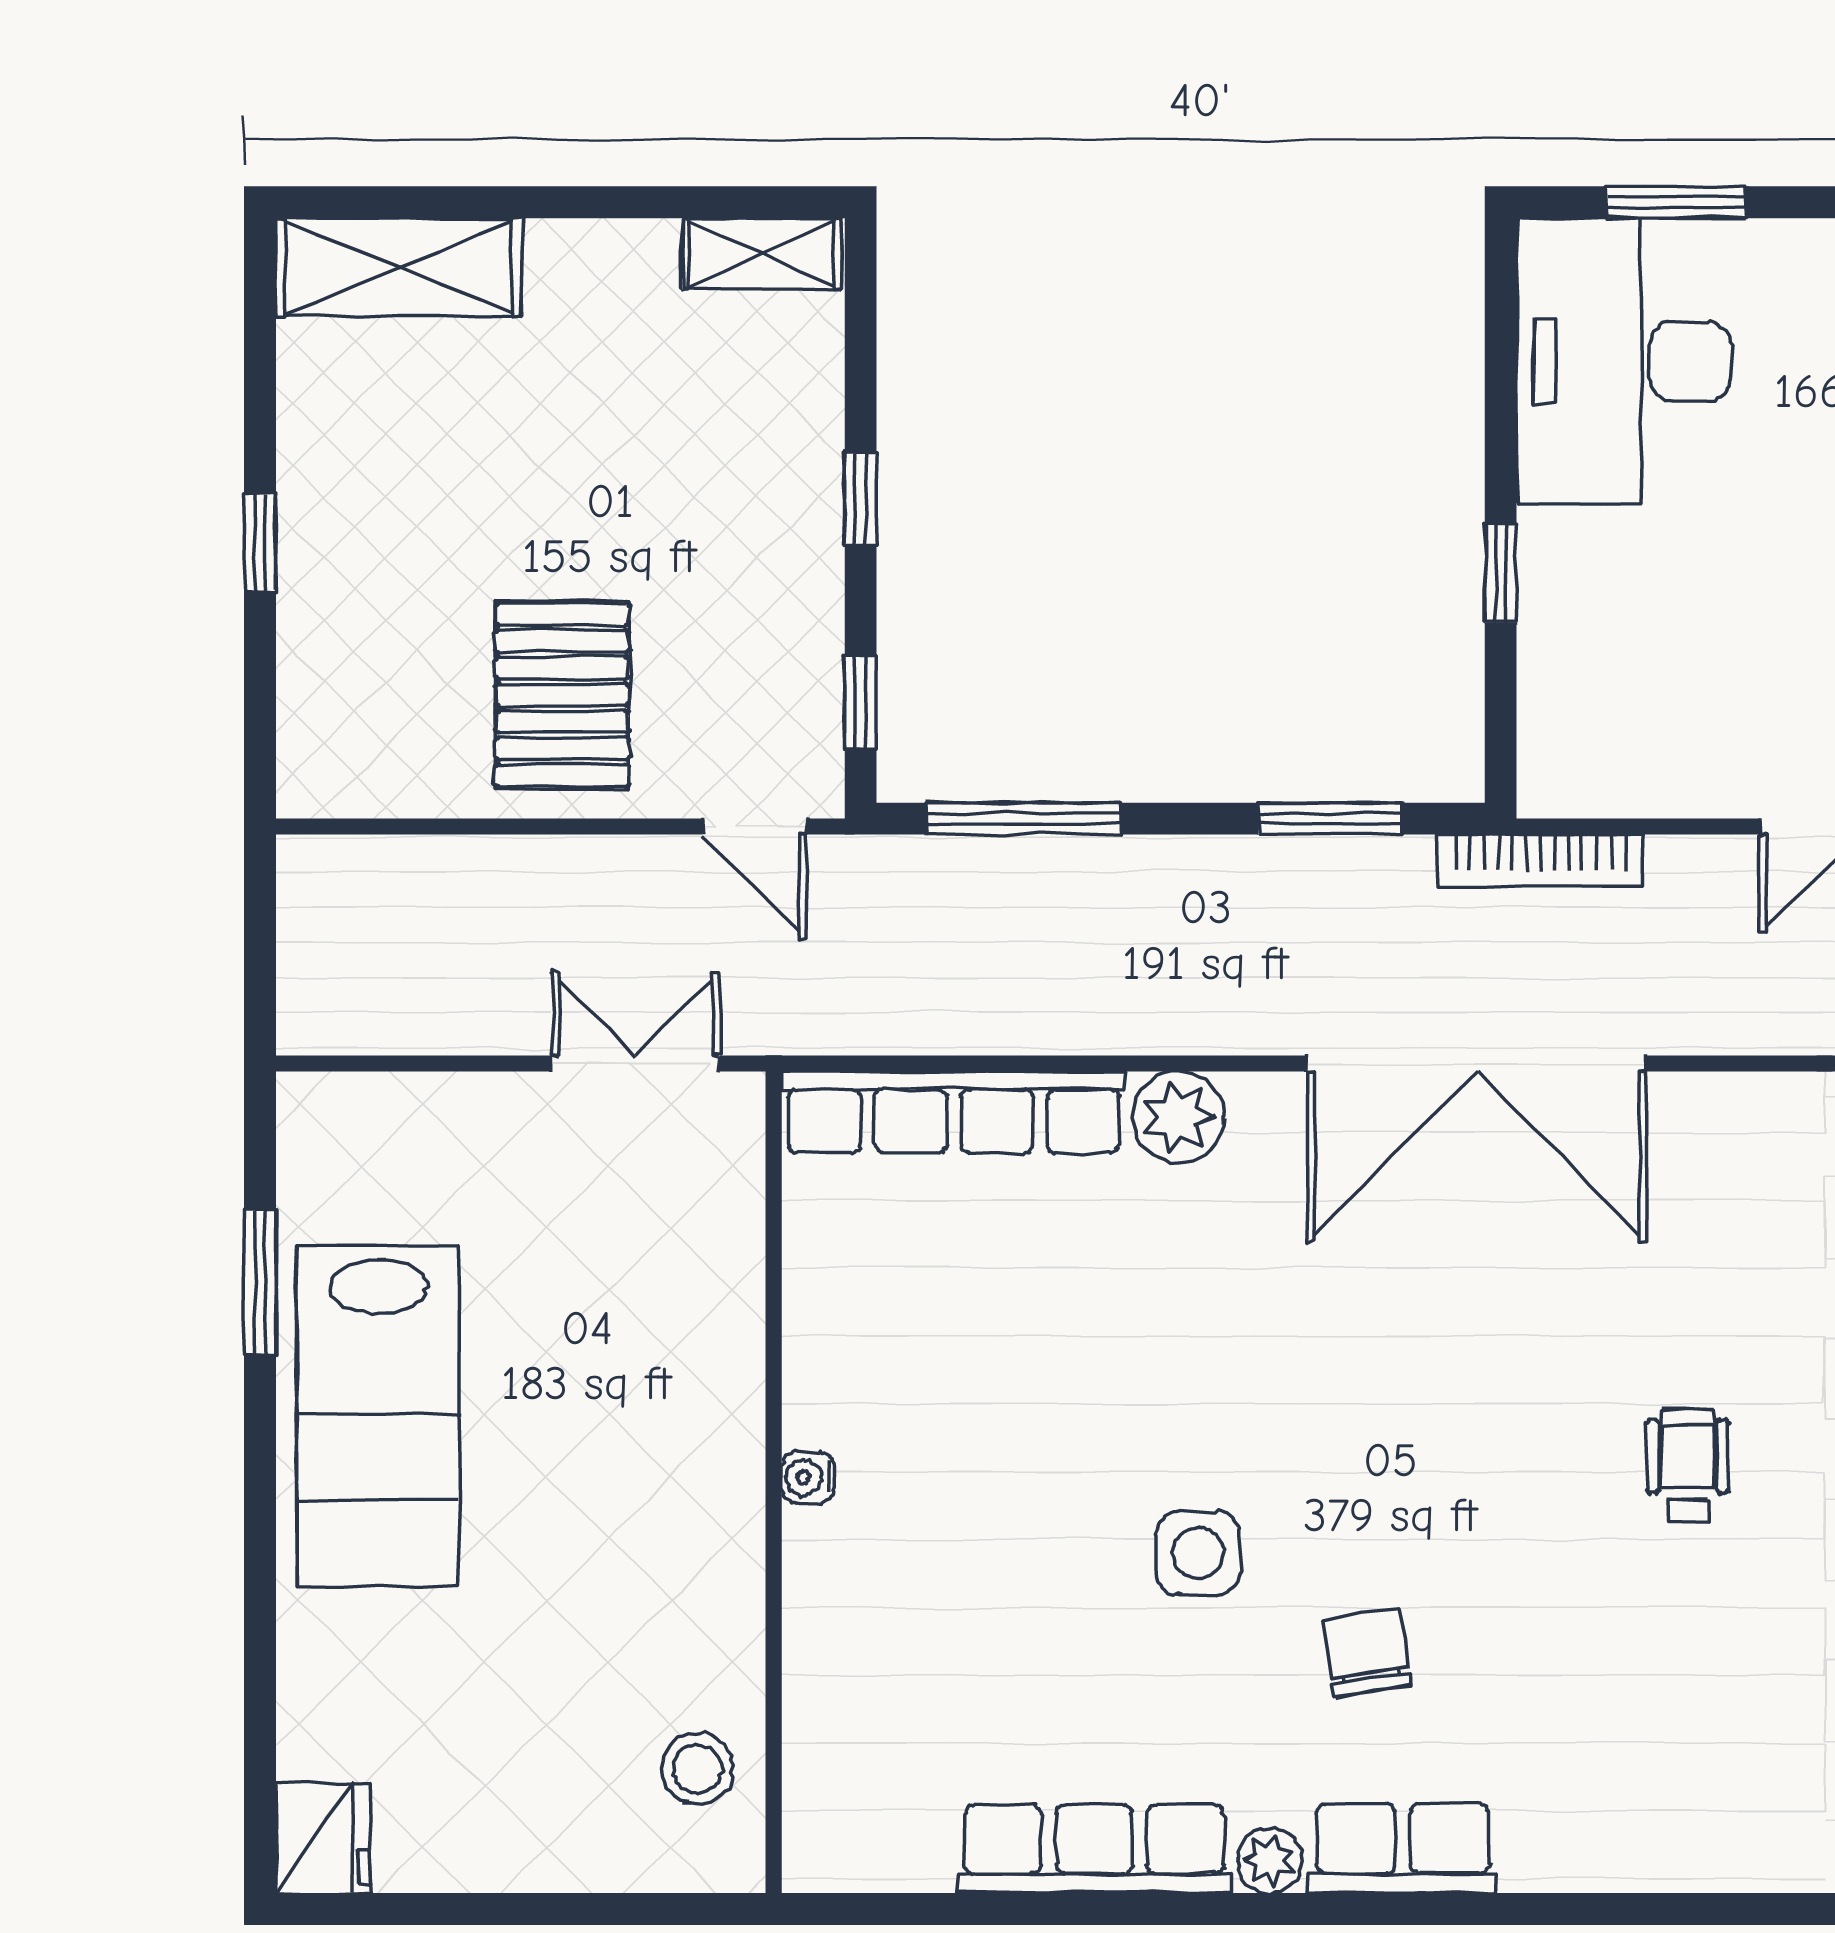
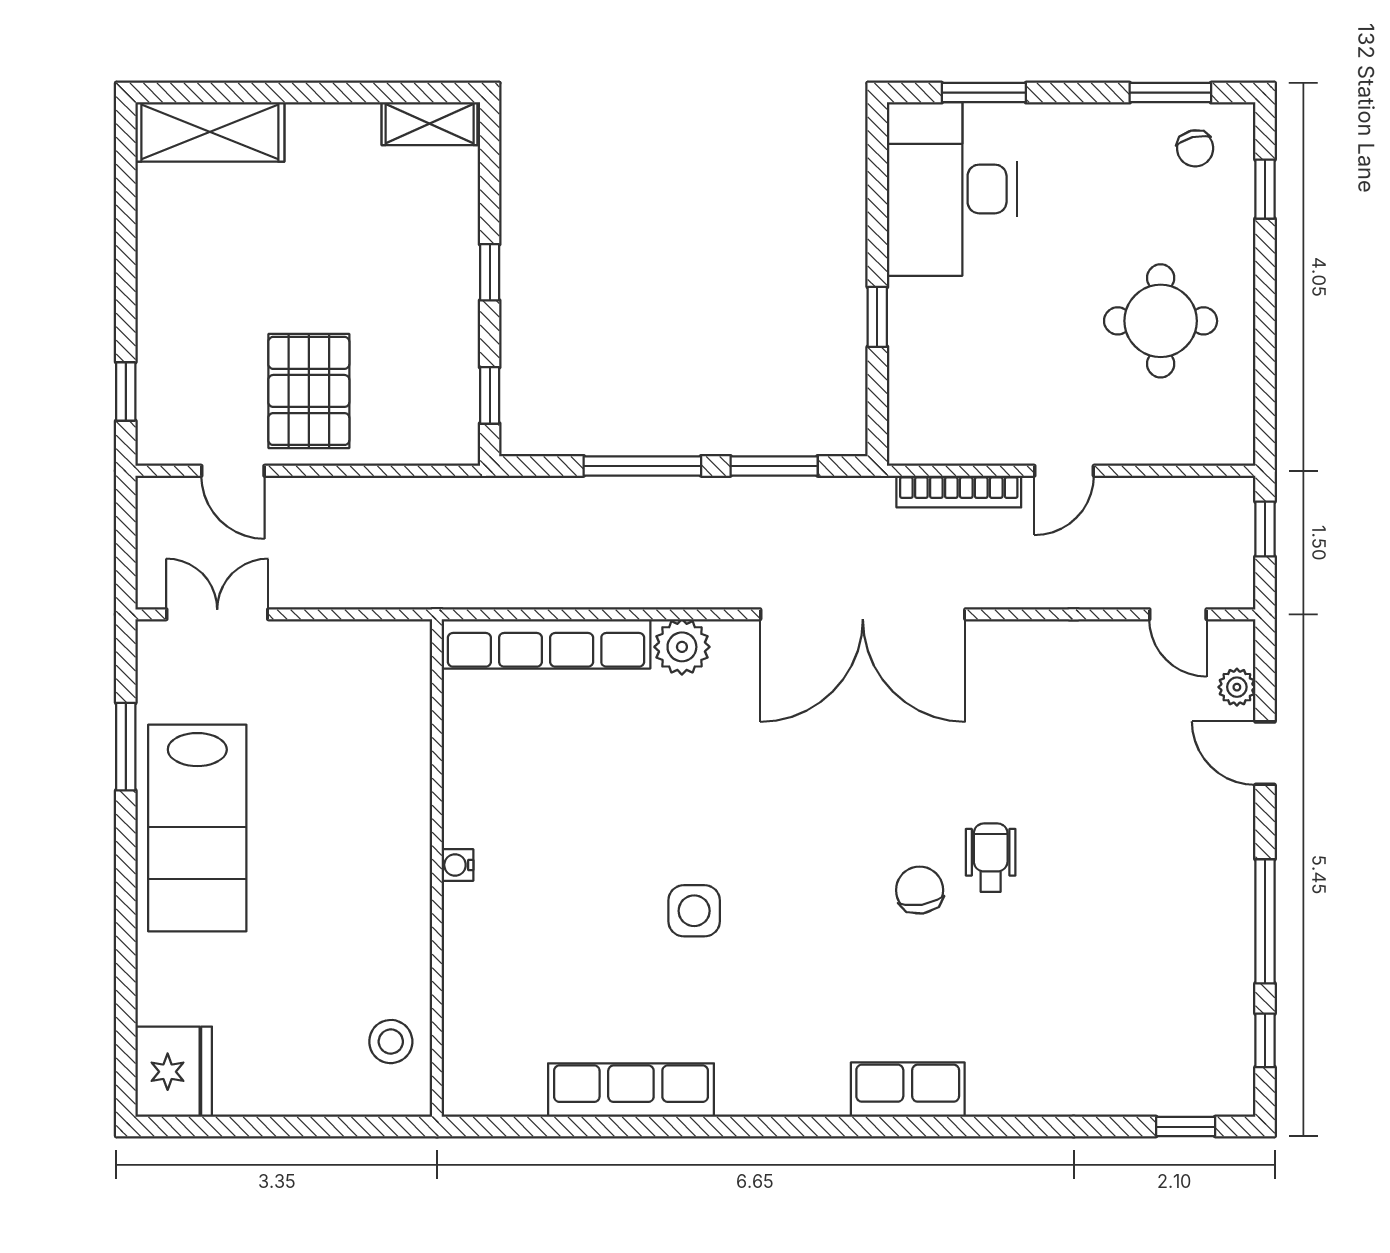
window: (260, 543) -> (126, 392), moved
window: (1023, 819) -> (642, 466), moved
door: (754, 826) -> (233, 471), moved
bookcase: (1540, 861) -> (959, 491), moved
double door: (635, 1064) -> (217, 614), moved
chair: (1367, 1653) -> (920, 890), moved
fridge: (323, 1838) -> (174, 1072), width x1.36, depth x1.34
row of seats: (1402, 1848) -> (908, 1090), moved
plant: (1270, 1861) -> (737, 1097), removed

